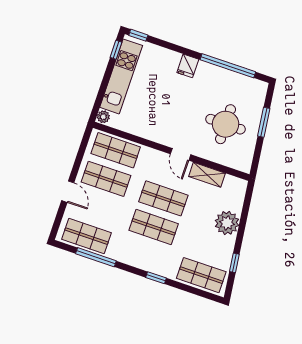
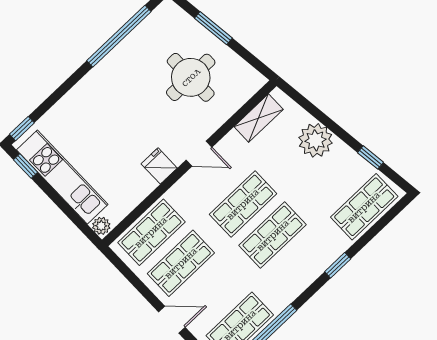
fridge: (188, 66) -> (159, 166), moved, turned 180
shelving: (207, 175) -> (259, 118), moved

